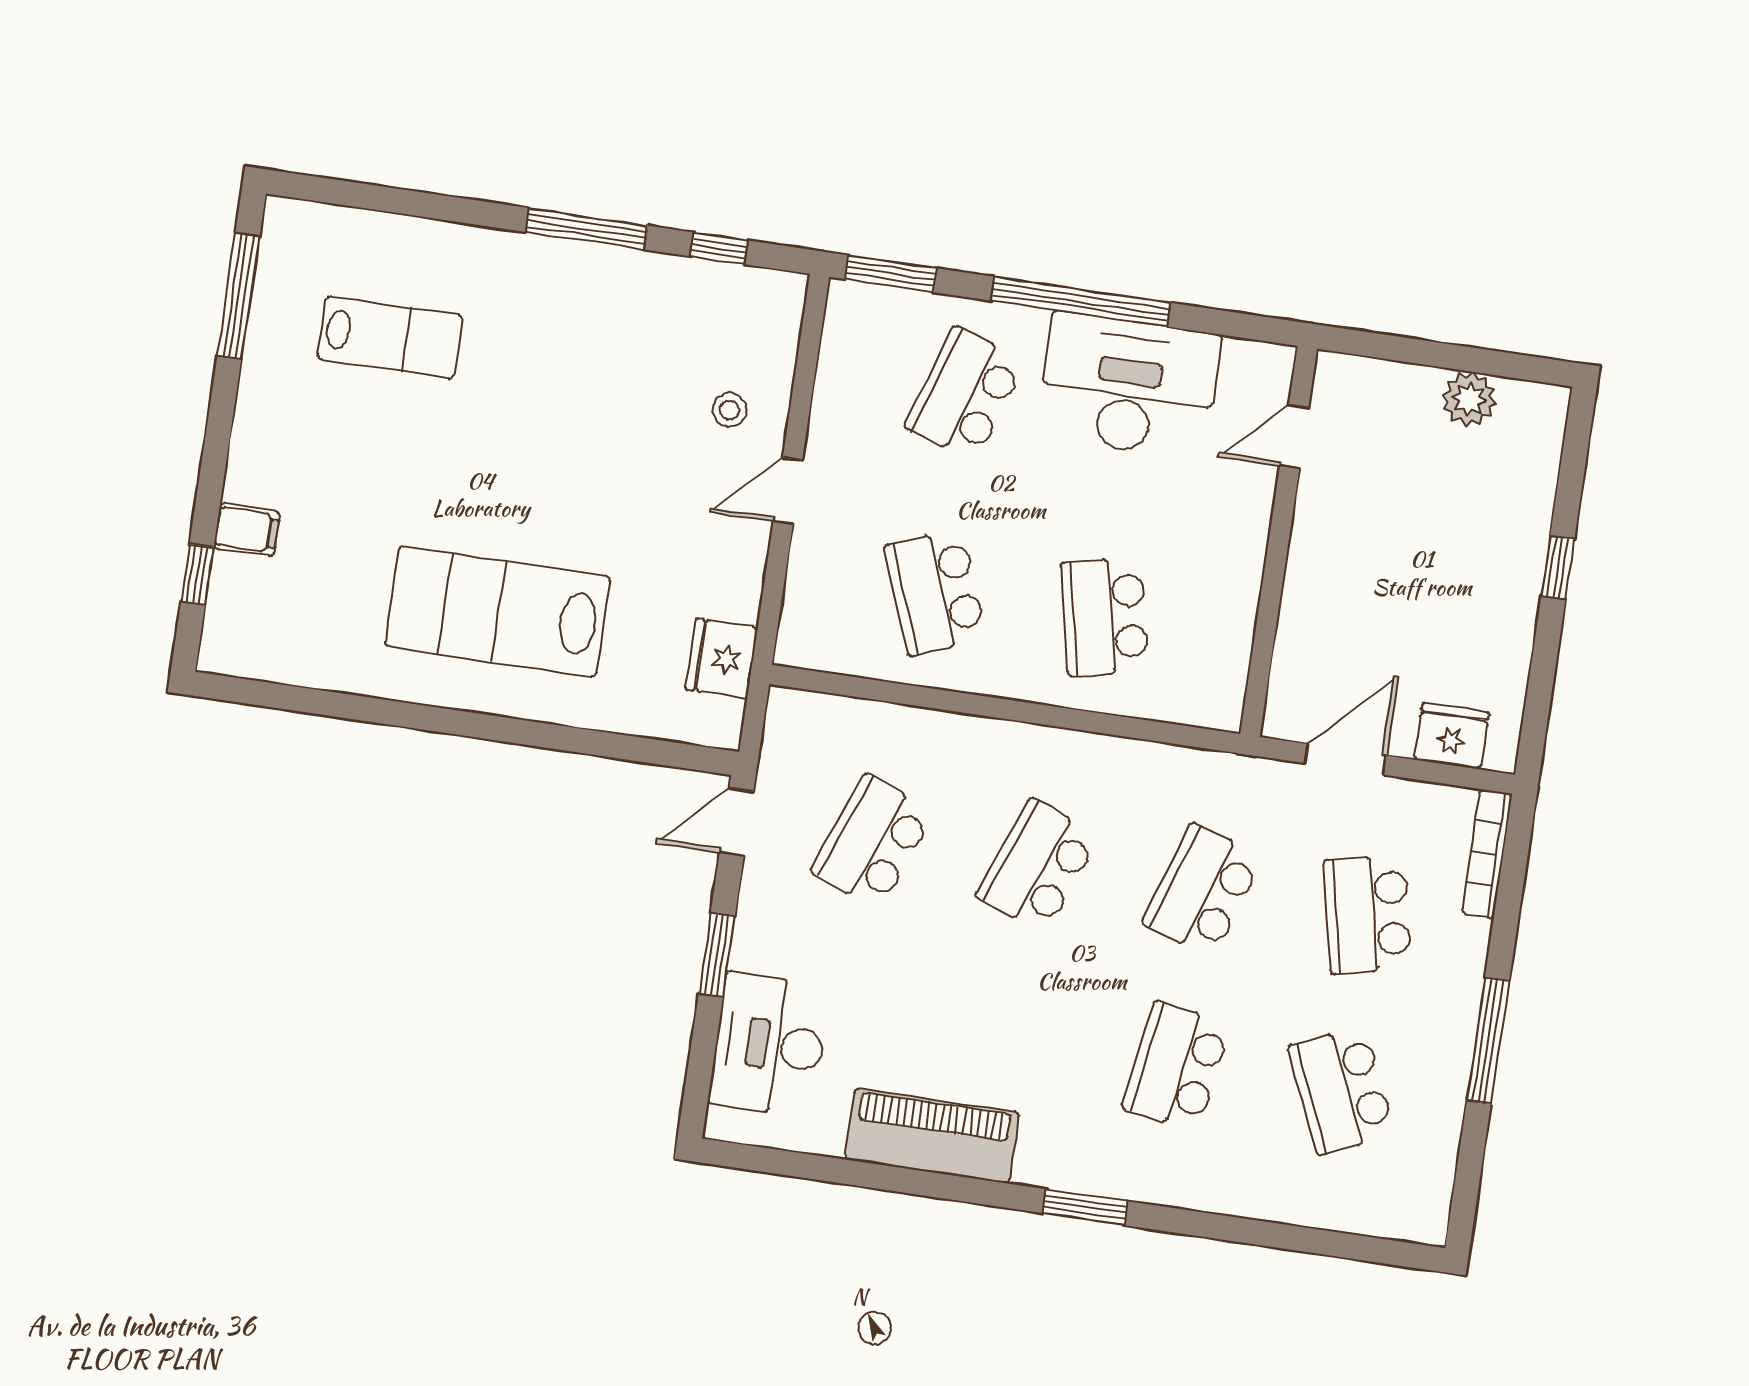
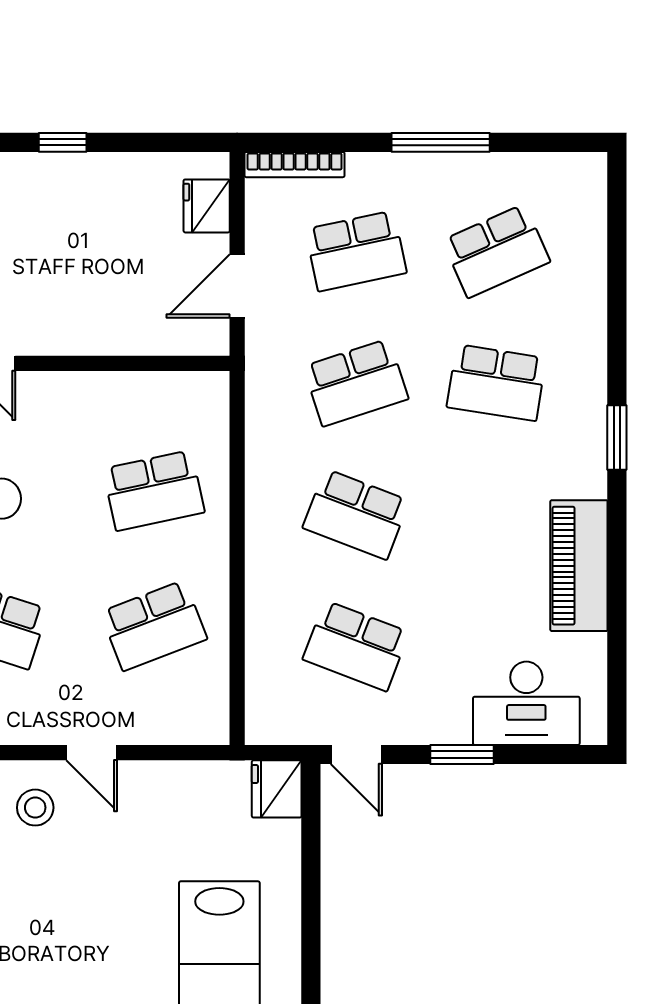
stool: (729, 410) -> (35, 808), width x1.37, depth x1.37
fridge: (722, 659) -> (277, 789), moved, turned 90
door: (1345, 759) -> (237, 286), hinge flipped
school desk: (1203, 890) -> (356, 383), turned -36

